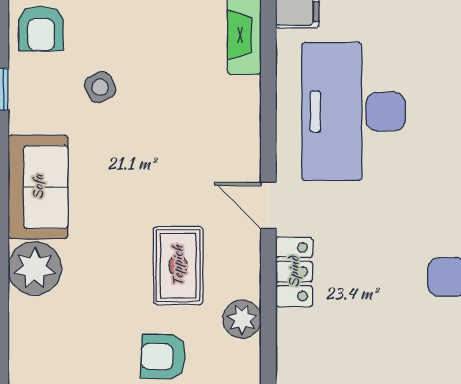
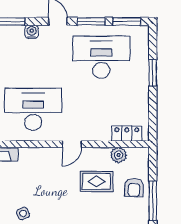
desk: (353, 112) -> (33, 109), turned 180
locker: (294, 272) -> (127, 134), moved

